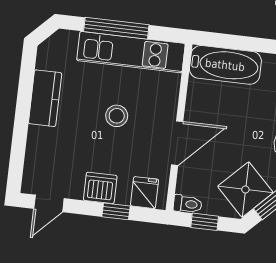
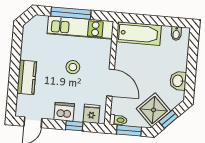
kitchen counter: (45, 98) -> (27, 77), moved
door: (177, 143) -> (111, 83), hinge flipped
window: (205, 222) -> (129, 131), width x1.50

